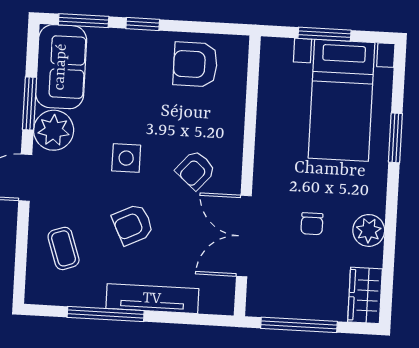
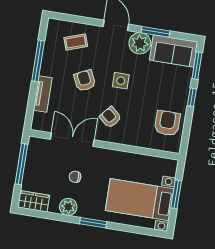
window: (395, 138) -> (93, 223), moved
tv unit: (152, 299) -> (43, 94), width x0.71

